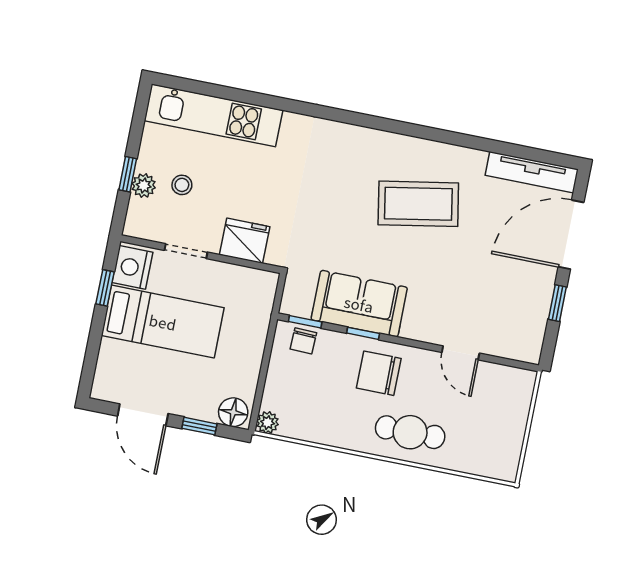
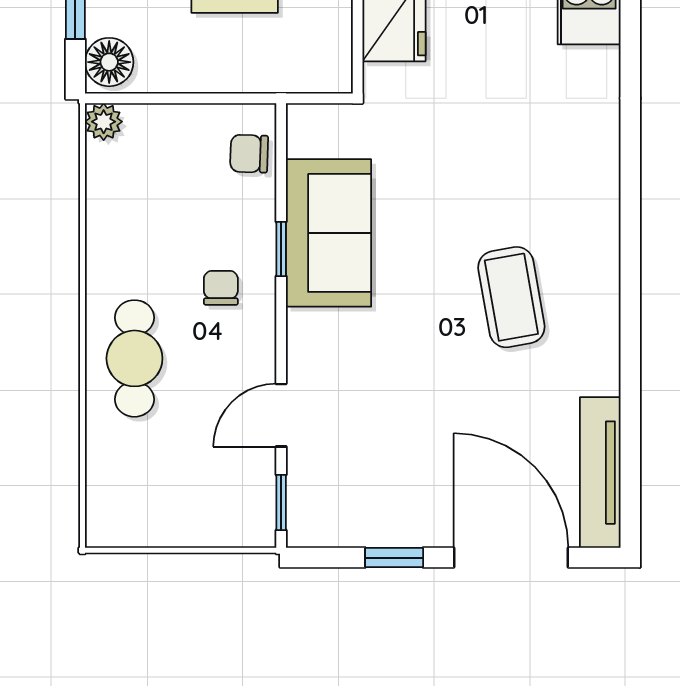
coffee table: (418, 204) -> (511, 297), width x0.73, depth x0.76
window: (305, 322) -> (281, 502), moved
chair: (379, 373) -> (221, 288), width x0.54, depth x0.54

